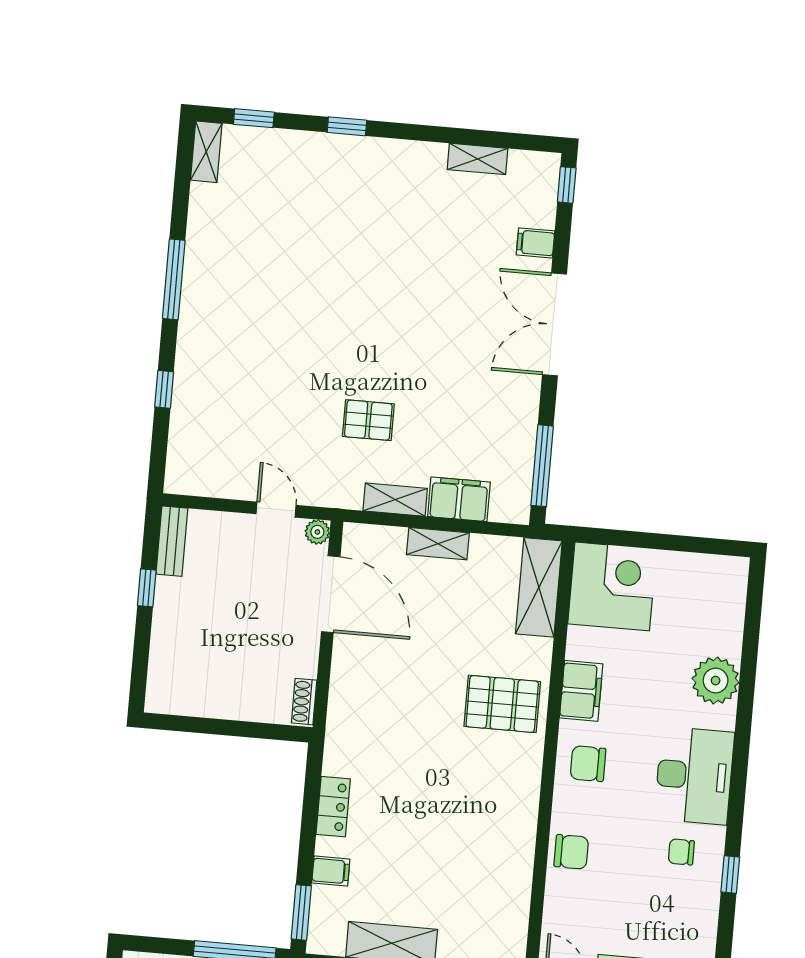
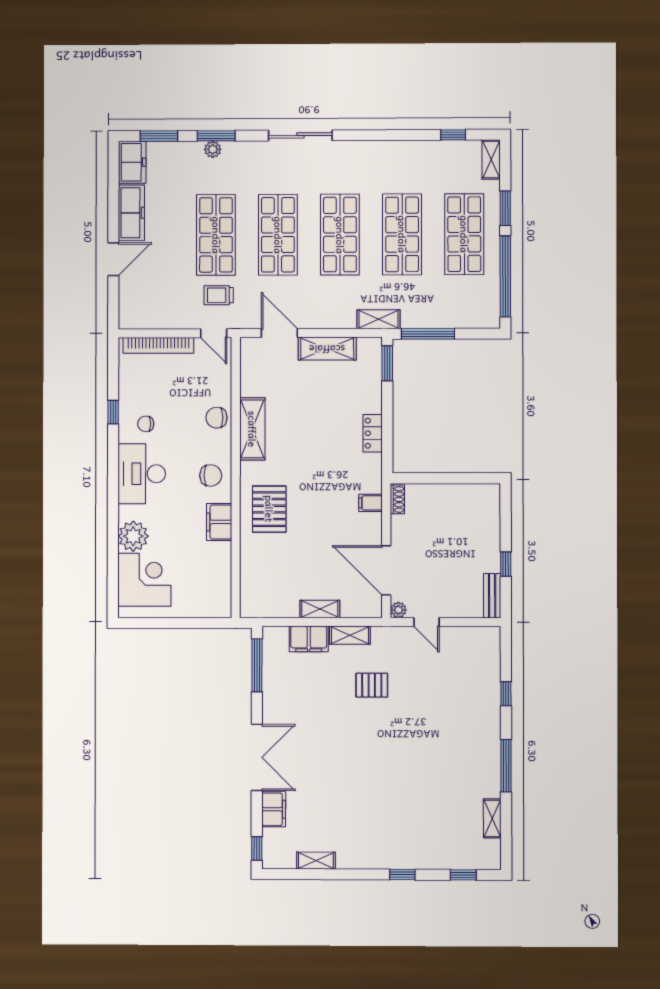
shelving: (206, 152) -> (492, 818), moved
filing cabinet: (536, 243) -> (274, 809), width x2.00
corner desk: (612, 586) -> (144, 580), moved, turned 180
shelving: (539, 587) -> (252, 429), moved
pallet: (502, 704) -> (269, 509), turned 90
chair: (681, 852) -> (146, 424), turned 180
filing cabinet: (331, 871) -> (370, 503), moved

